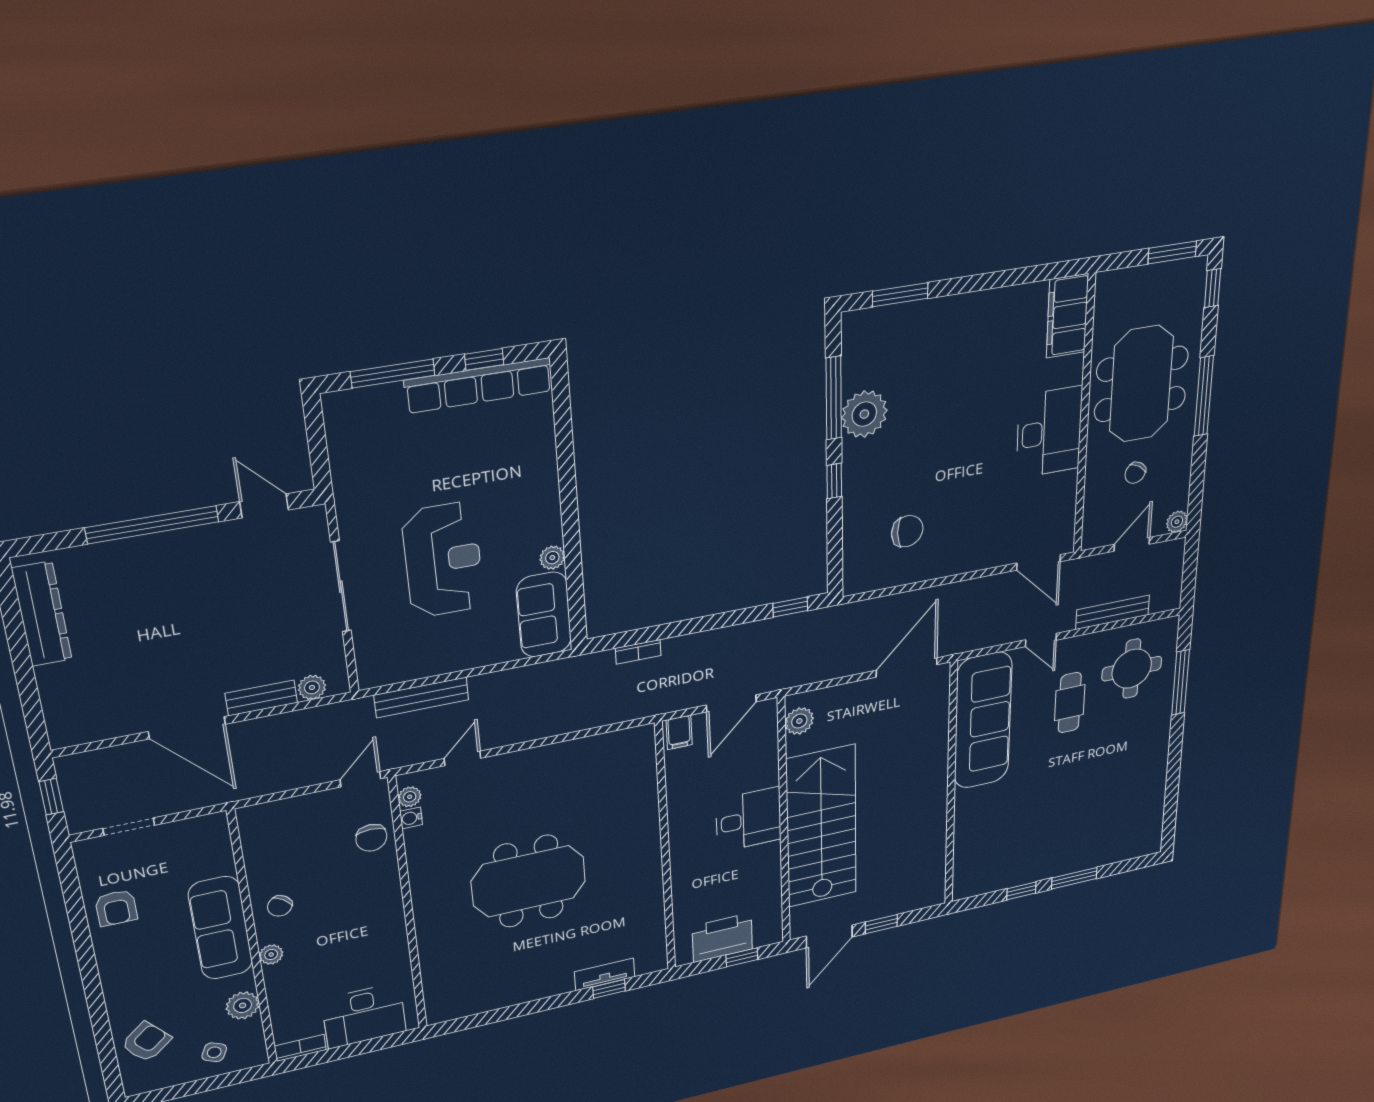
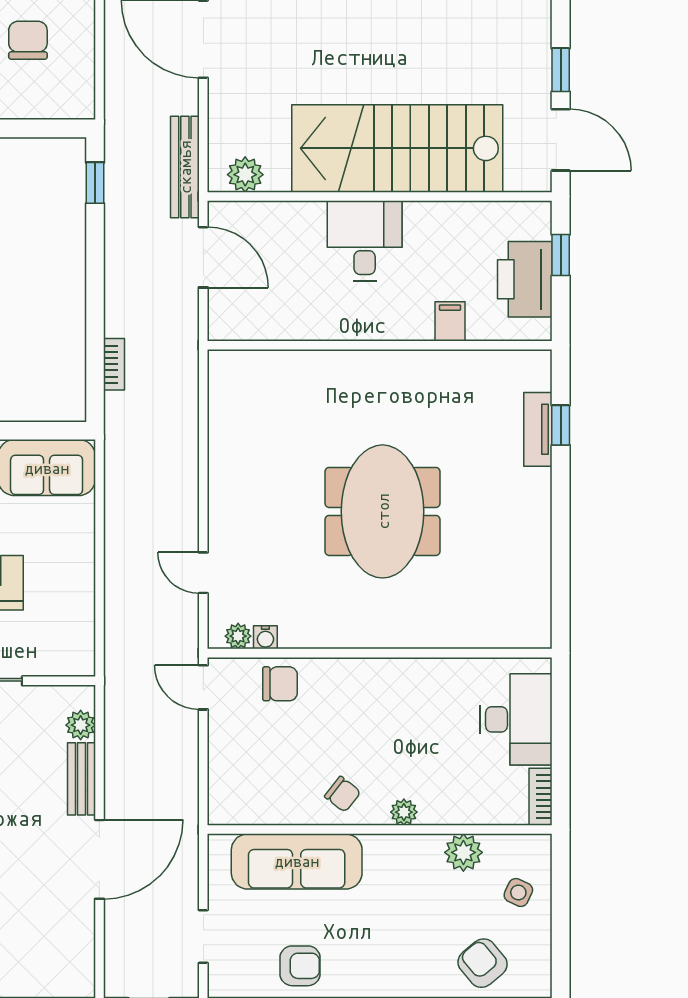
bench: (421, 697) -> (185, 167), moved
filing cabinet: (679, 732) -> (450, 321), moved, turned -90
sofa: (221, 928) -> (297, 861), moved

